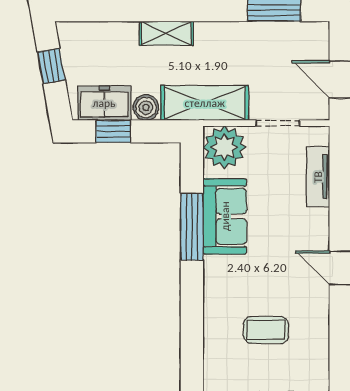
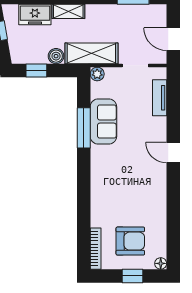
freezer: (104, 103) -> (35, 15), moved, turned 180
plant: (224, 147) -> (97, 74), width x0.53, depth x0.53
coffee table: (266, 330) -> (128, 190), removed

